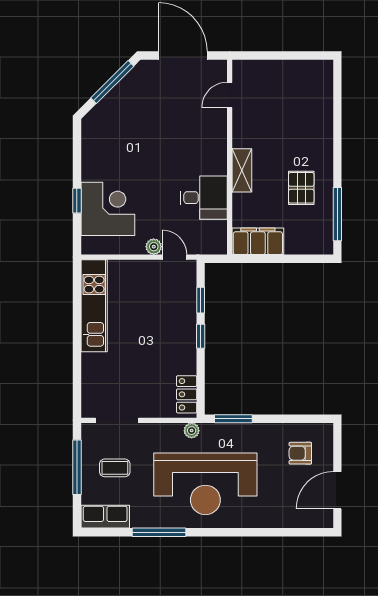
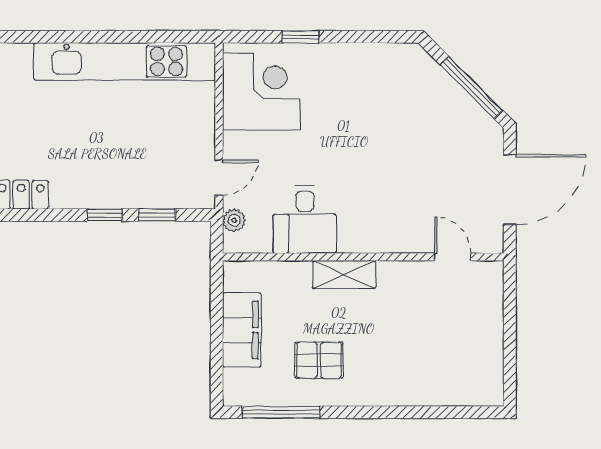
corner desk: (108, 209) -> (261, 91), moved, turned -90
filing cabinet: (258, 241) -> (242, 330), moved
plant: (154, 247) -> (234, 220), moved
kitchen unit: (94, 306) -> (125, 61), width x1.36

